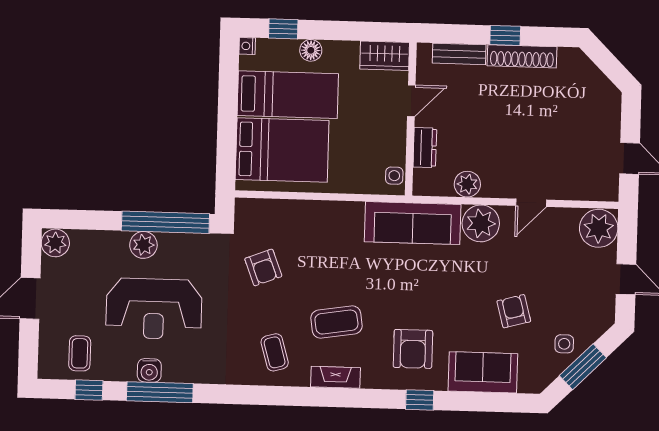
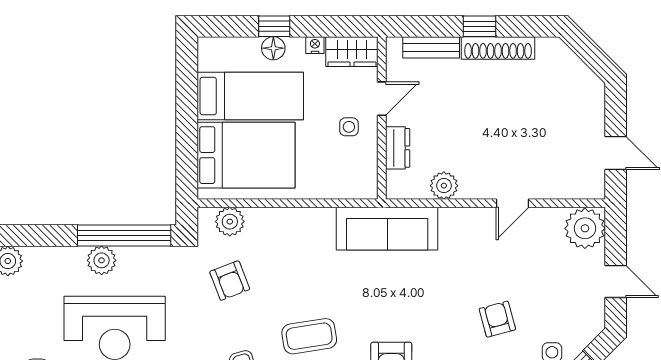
window: (283, 29) -> (274, 26), moved
nightstand: (247, 46) -> (315, 45), moved, turned 90
side table: (394, 176) -> (349, 127), moved
plant: (481, 223) -> (230, 222), moved, width x0.73, depth x0.73

